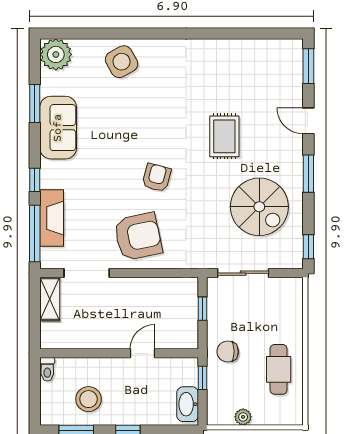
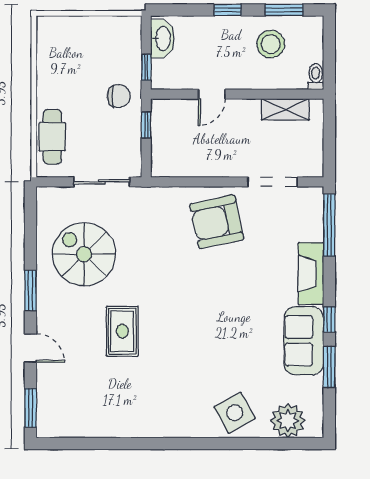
plant: (56, 54) -> (288, 421), moved
armchair: (157, 178) -> (196, 286), removed
window: (35, 180) -> (329, 319), moved
fireplace: (52, 218) -> (311, 274), moved
window: (308, 247) -> (31, 210), removed
shelving: (50, 299) -> (285, 109), moved, turned 90
window: (202, 309) -> (146, 125), moved
cafe table: (279, 369) -> (52, 137), moved
plant: (243, 417) -> (102, 25), removed

